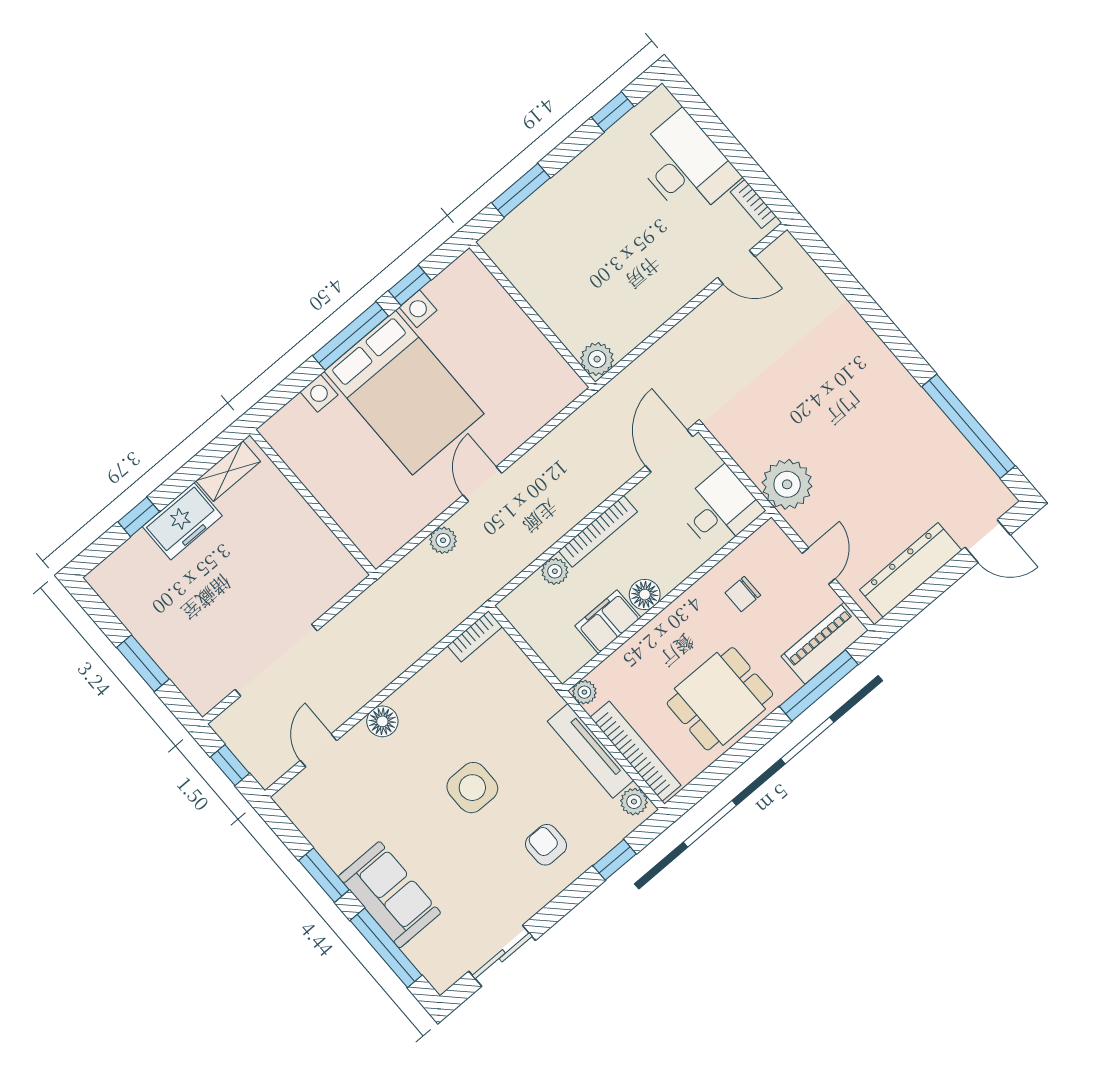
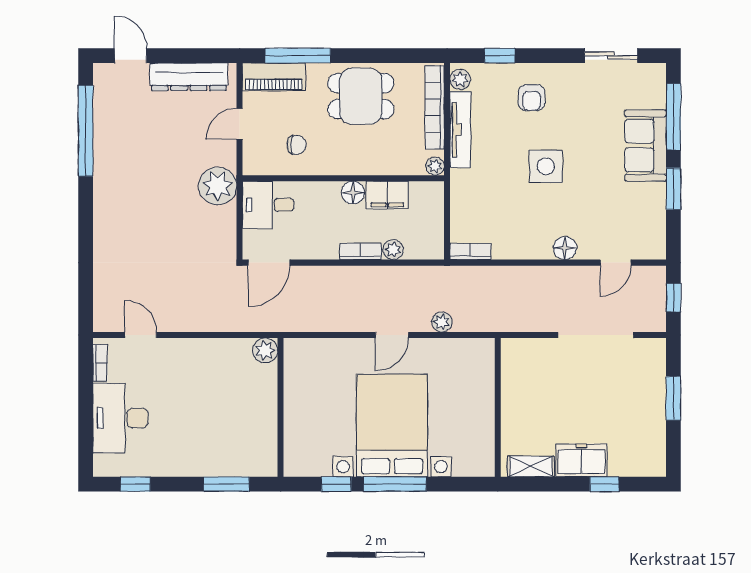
bookcase: (598, 531) -> (360, 251), width x0.64

